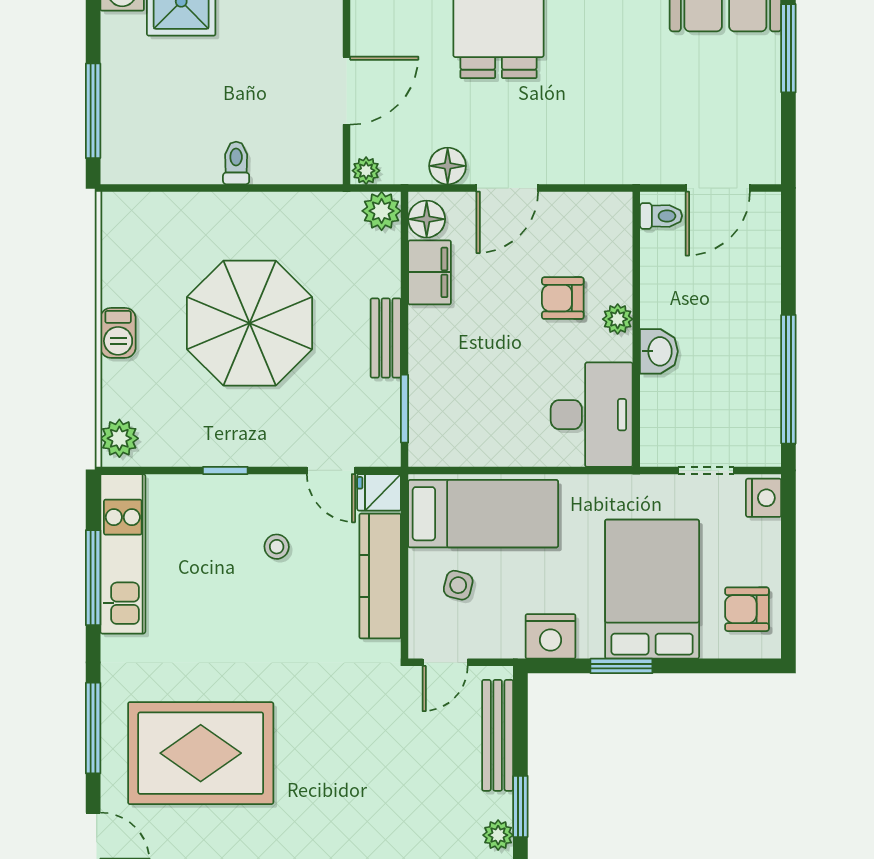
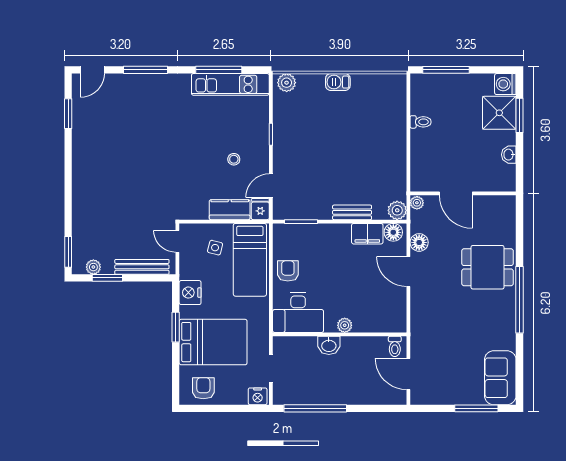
toilet: (236, 163) -> (421, 122), moved
armchair: (563, 298) -> (288, 271), moved
parasol: (250, 323) -> (343, 146), removed
bench: (386, 338) -> (352, 212), moved
kitchen counter: (380, 576) -> (230, 210), width x0.67
rug: (201, 753) -> (133, 122), removed

